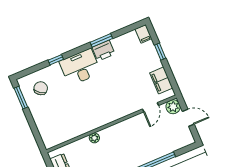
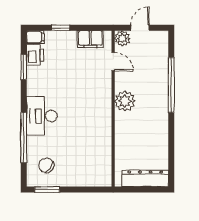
window: (101, 40) -> (24, 67), moved
printer: (103, 51) -> (35, 55), moved
window: (56, 60) -> (24, 138), width x3.17
plant: (94, 138) -> (125, 101), moved, width x1.87, depth x1.87

